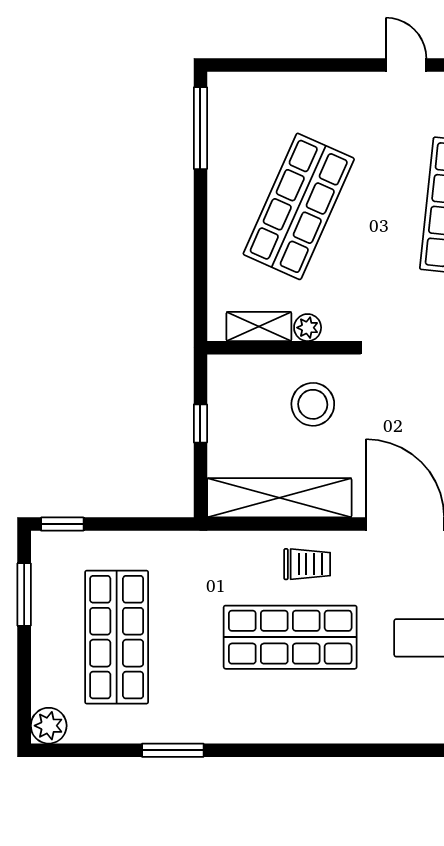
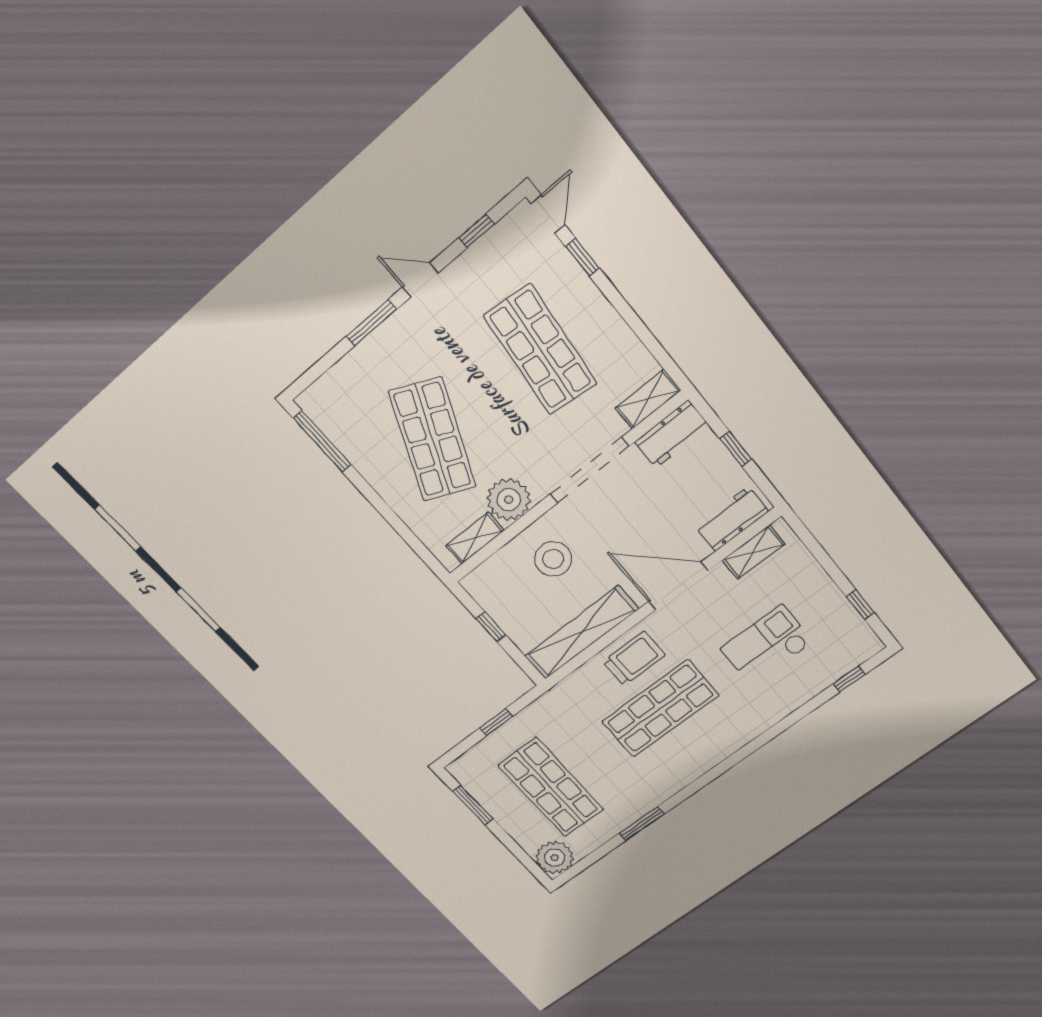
window: (334, 65) -> (371, 323), added
plant: (308, 328) -> (509, 500), width x1.88, depth x1.88
window: (62, 524) -> (496, 722), moved
trolley: (307, 564) -> (634, 658), width x1.36, depth x1.39
plant: (49, 726) -> (555, 858), width x1.36, depth x1.36

